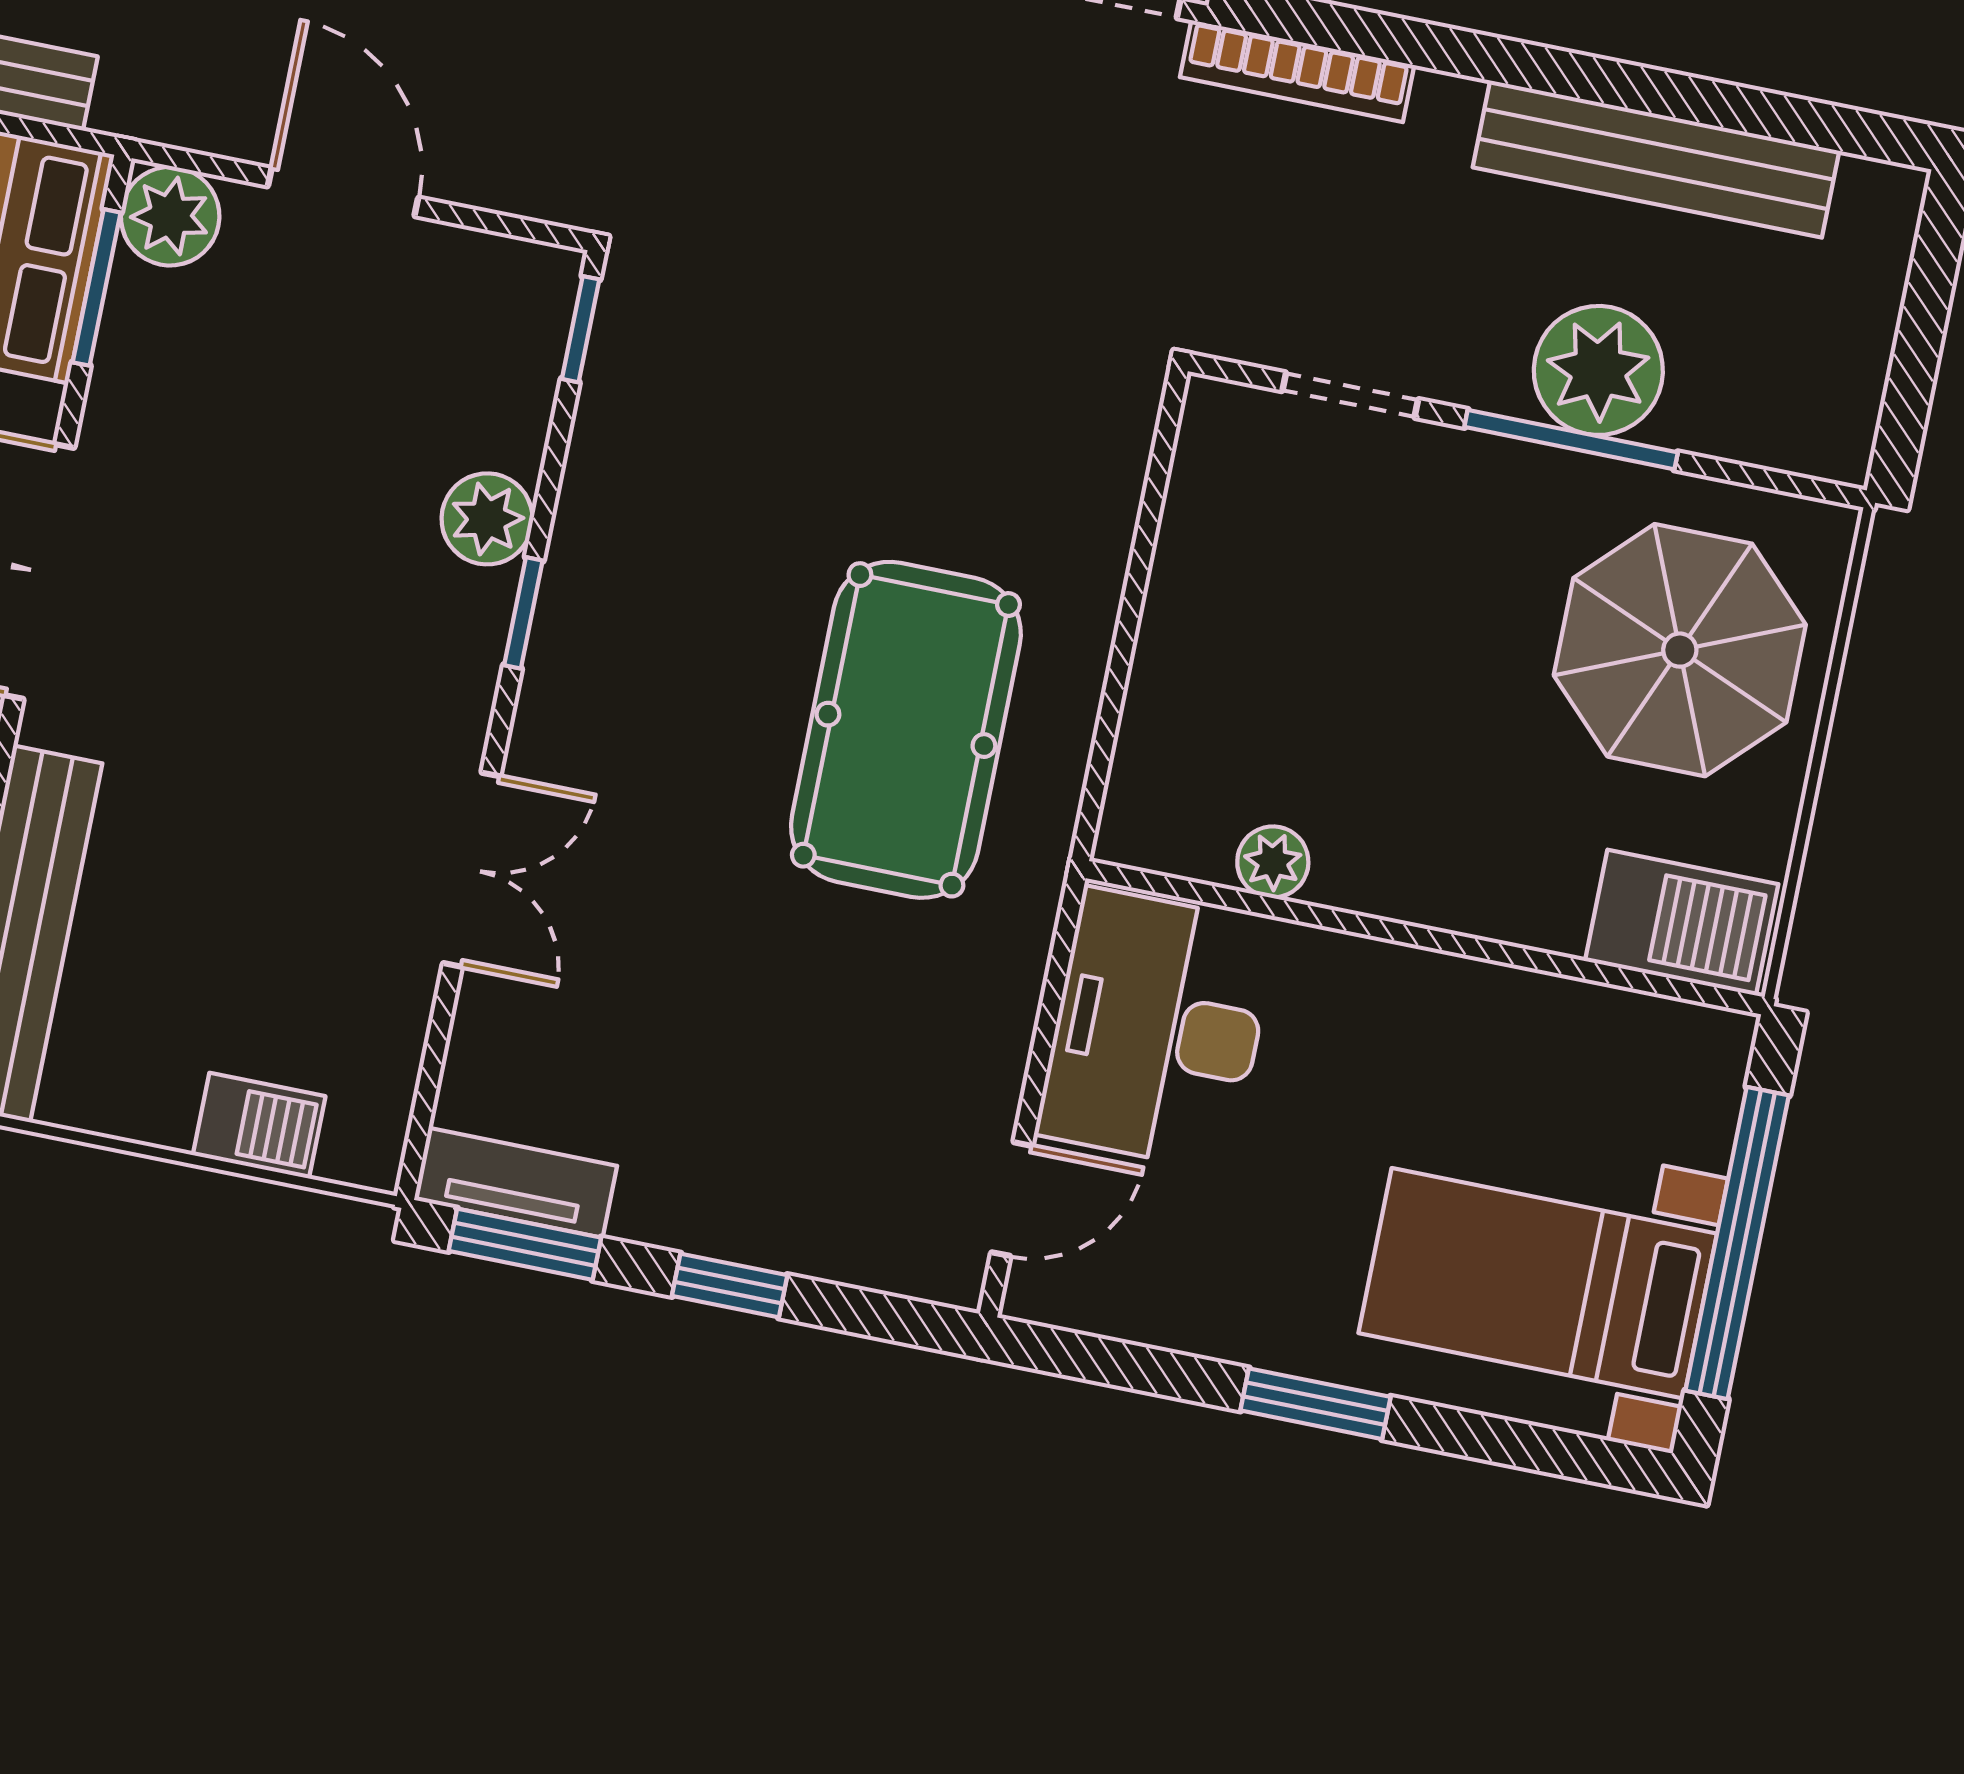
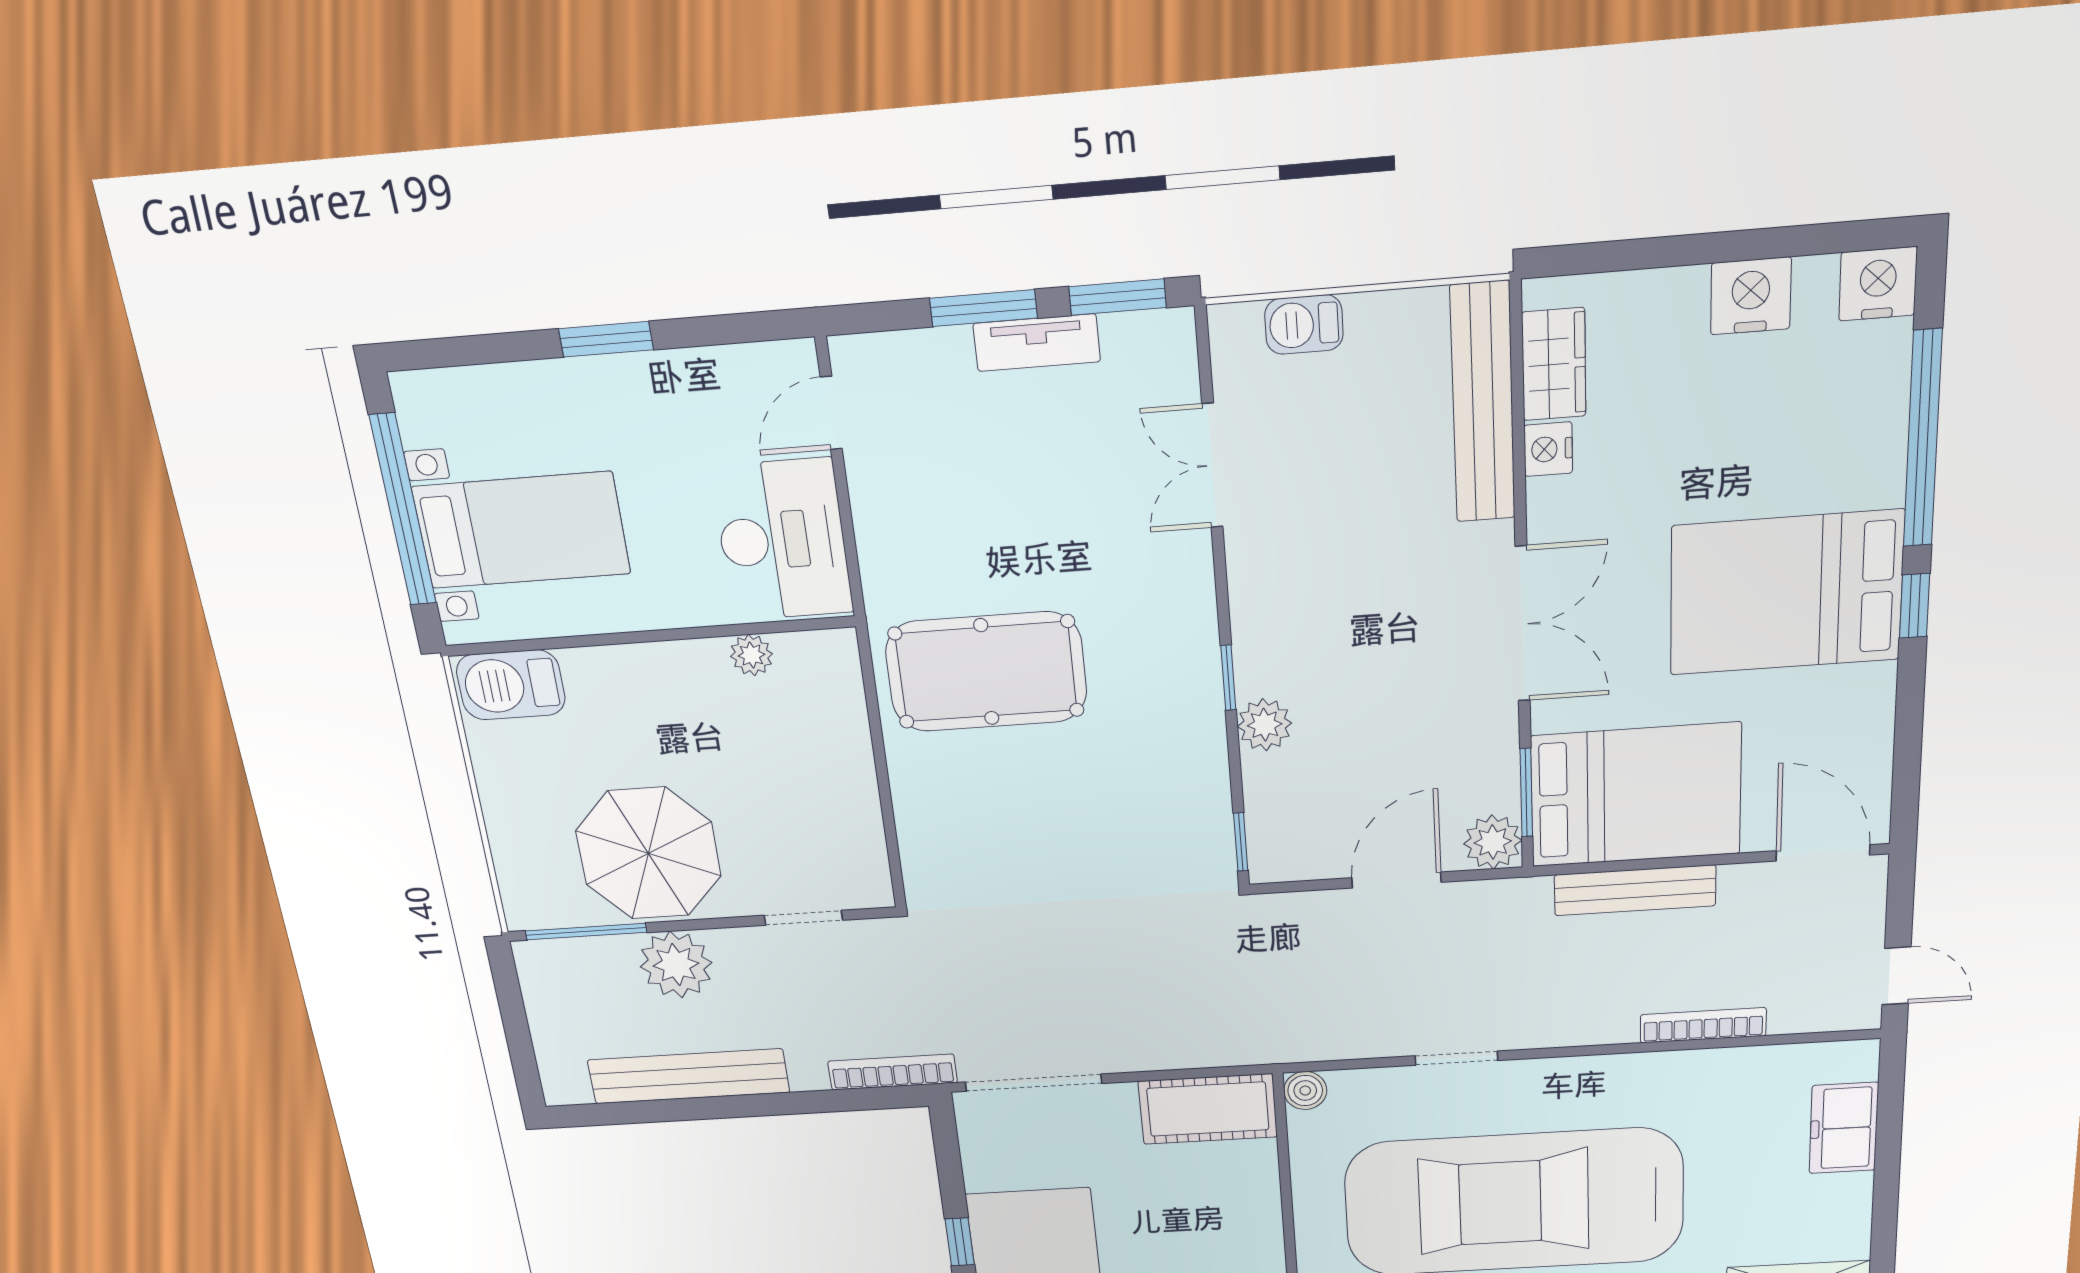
door: (343, 192) -> (1396, 880), swing flipped
window: (1571, 440) -> (586, 932), moved
parasol: (1680, 650) -> (649, 853), moved
pool table: (906, 730) -> (986, 672), turned 90
double door: (472, 870) -> (1212, 466), moved
tv unit: (516, 1183) -> (1037, 343), moved
bed with nightstands: (1538, 1283) -> (521, 530), moved
window: (730, 1286) -> (983, 308), width x1.50

